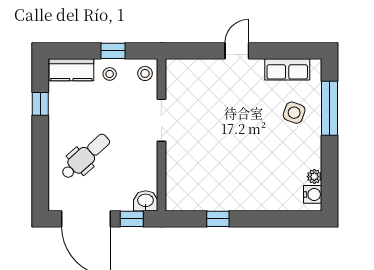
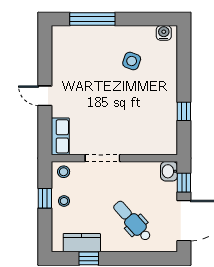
row of seats: (287, 69) -> (60, 136), moved
kitchen counter: (71, 70) -> (82, 243), moved, turned -90
side table: (294, 113) -> (132, 61), moved
plant: (314, 177) -> (149, 32), removed

